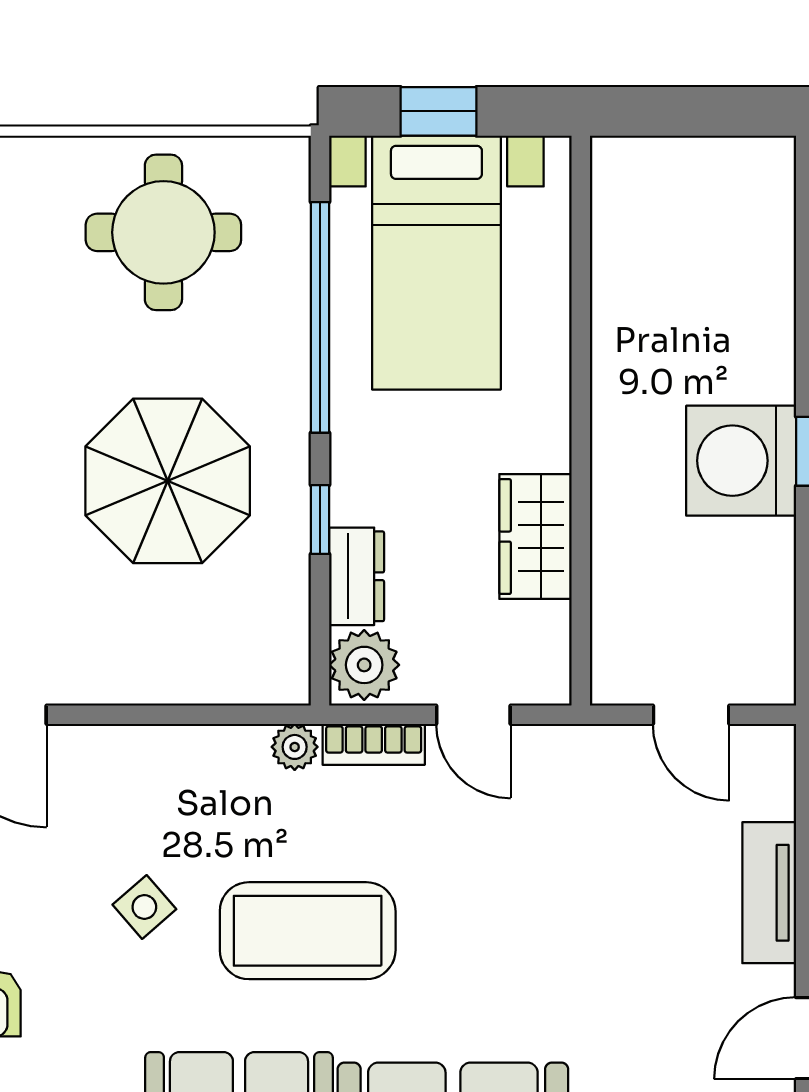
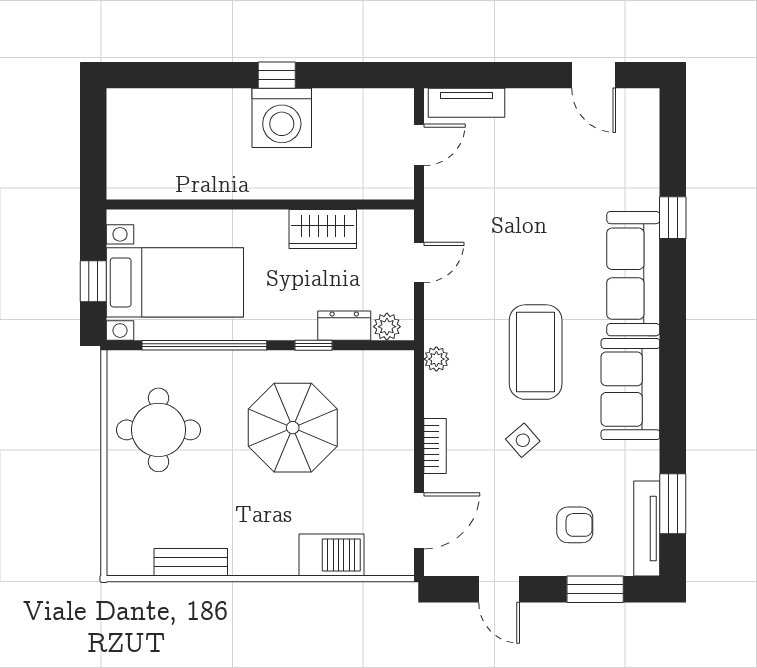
plant: (364, 665) -> (387, 327), width x0.73, depth x0.73
bookcase: (374, 744) -> (435, 446), moved
tv unit: (769, 893) -> (466, 103), moved

